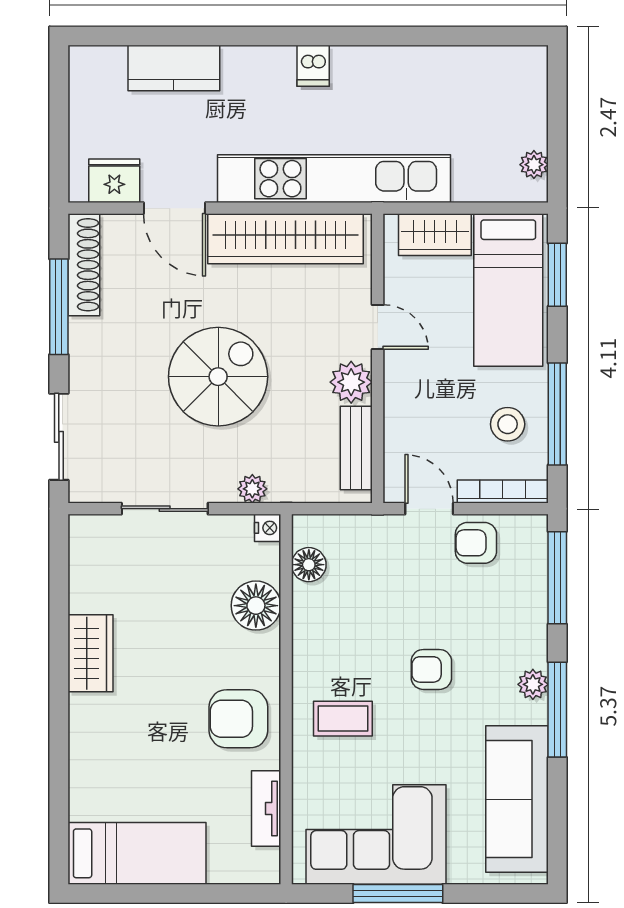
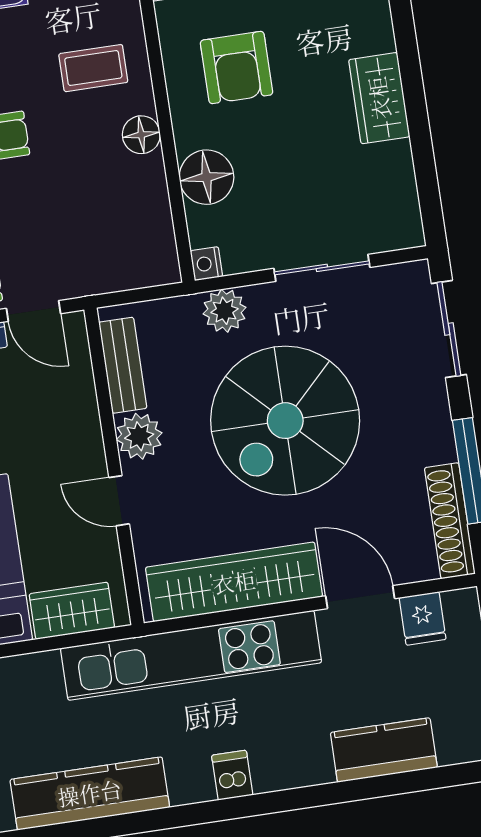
kitchen counter: (443, 68) -> (90, 793), added
fridge: (114, 181) -> (423, 618), width x0.72
spiral stairs: (218, 377) -> (285, 421), width x1.37, depth x1.37
plant: (252, 489) -> (225, 311), width x1.38, depth x1.38
floor lamp: (309, 565) -> (141, 135), moved
armchair: (238, 719) -> (237, 68), moved, turned 90

